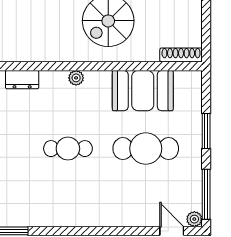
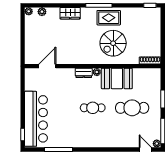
dresser: (22, 80) -> (84, 73), moved
booth: (143, 91) -> (117, 78), moved

